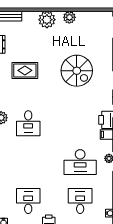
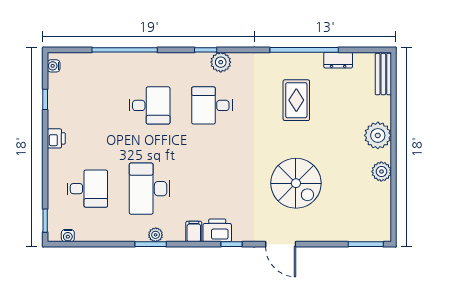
spiral stairs: (77, 71) -> (296, 183), turned -90
desk: (28, 201) -> (150, 105), moved

